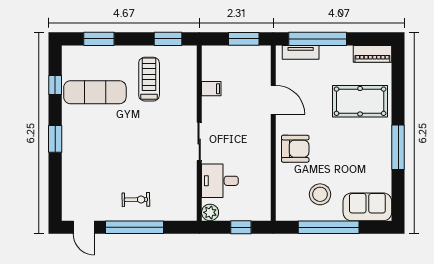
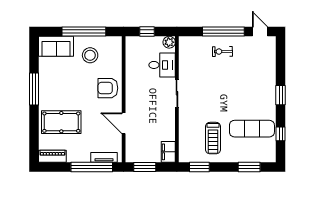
filing cabinet: (211, 89) -> (168, 152), moved, width x2.00

